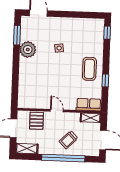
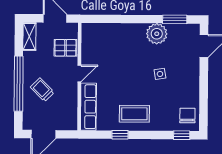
chair: (92, 28) -> (187, 116), added
row of seats: (89, 105) -> (88, 107), width x1.48
shelving: (91, 118) -> (72, 117), removed

